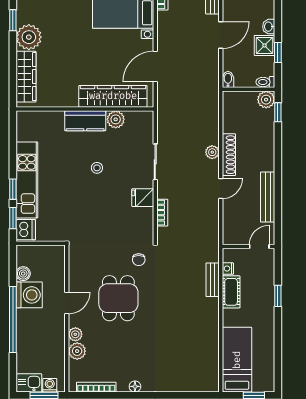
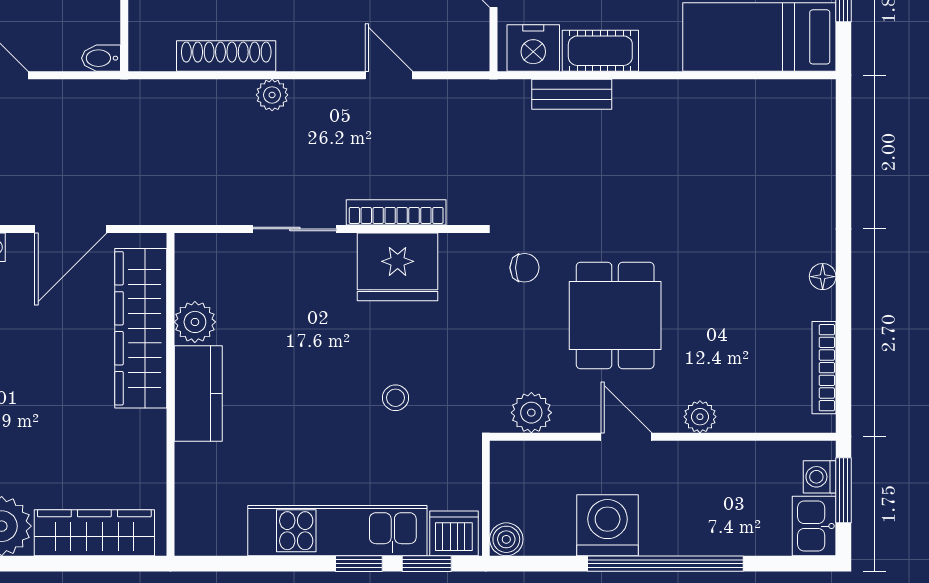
door: (155, 67) -> (71, 229), hinge flipped
shoe rack: (229, 155) -> (226, 56), moved
stool: (97, 168) -> (395, 398), moved
door: (221, 188) -> (389, 75), moved
fridge: (143, 198) -> (398, 267), width x1.88, depth x1.34
bookcase: (162, 213) -> (396, 212), width x1.56
nightstand: (228, 269) -> (533, 48), width x1.89, depth x1.79
boiler: (23, 274) -> (506, 539), moved
dining table: (118, 298) -> (615, 315), turned 90
plant: (77, 351) -> (531, 413), moved

